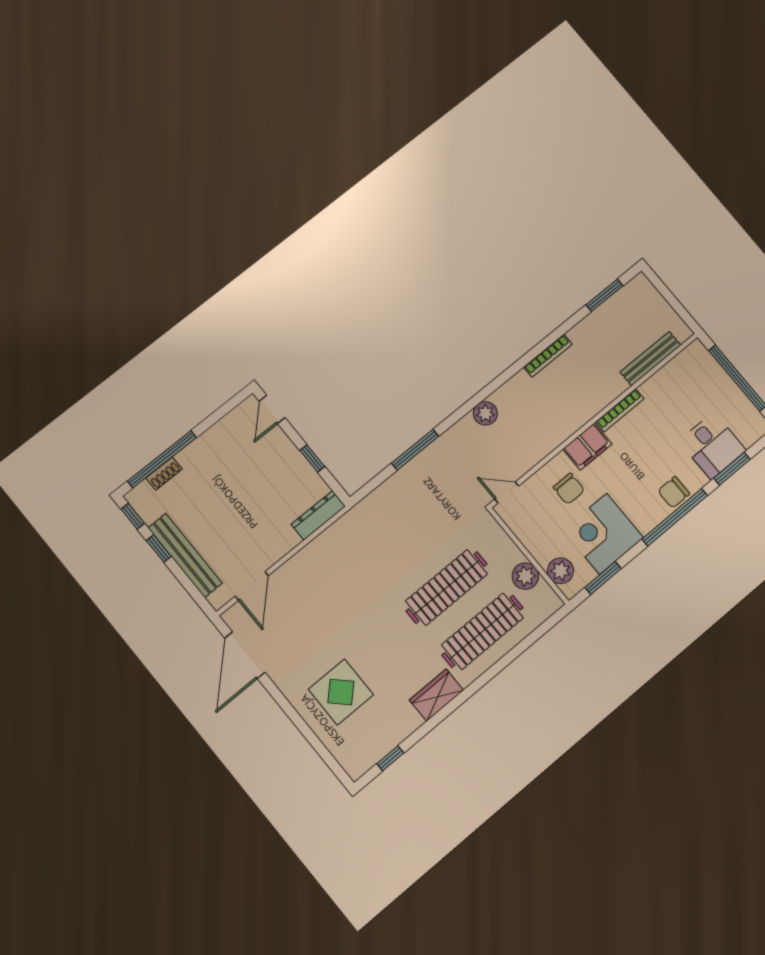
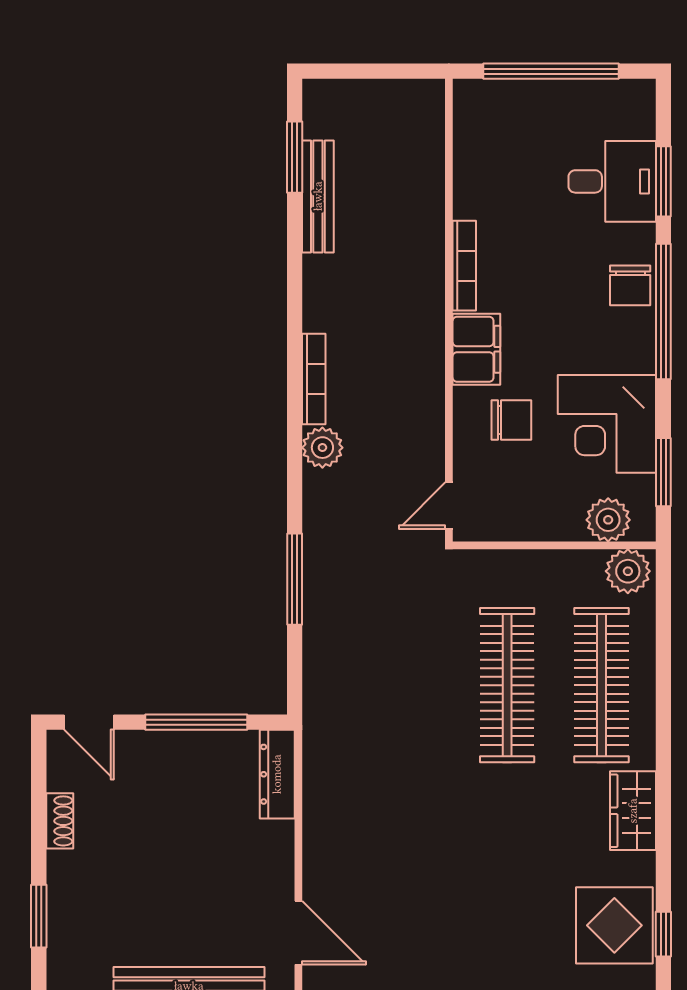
bookcase: (548, 356) -> (314, 379), moved
bench: (650, 359) -> (318, 196), moved
window: (312, 458) -> (196, 722), width x2.17
window: (162, 459) -> (39, 916), width x0.47
shoe rack: (164, 473) -> (60, 821), moved
plant: (525, 576) -> (628, 571), moved
display table: (341, 692) -> (614, 925), moved

